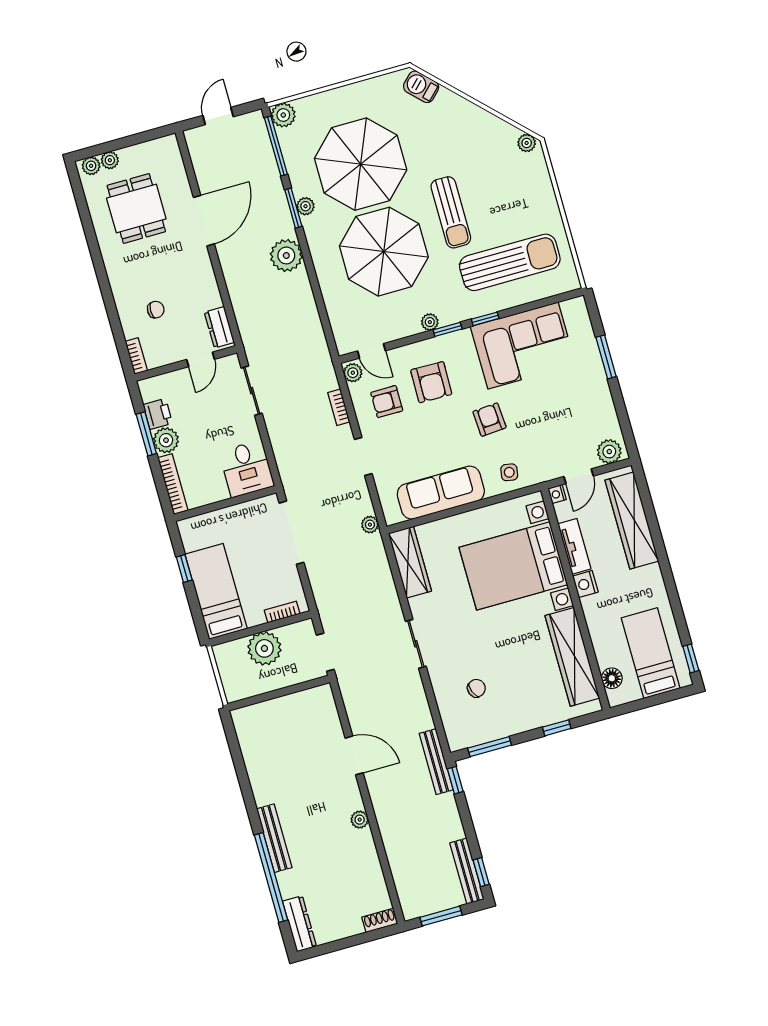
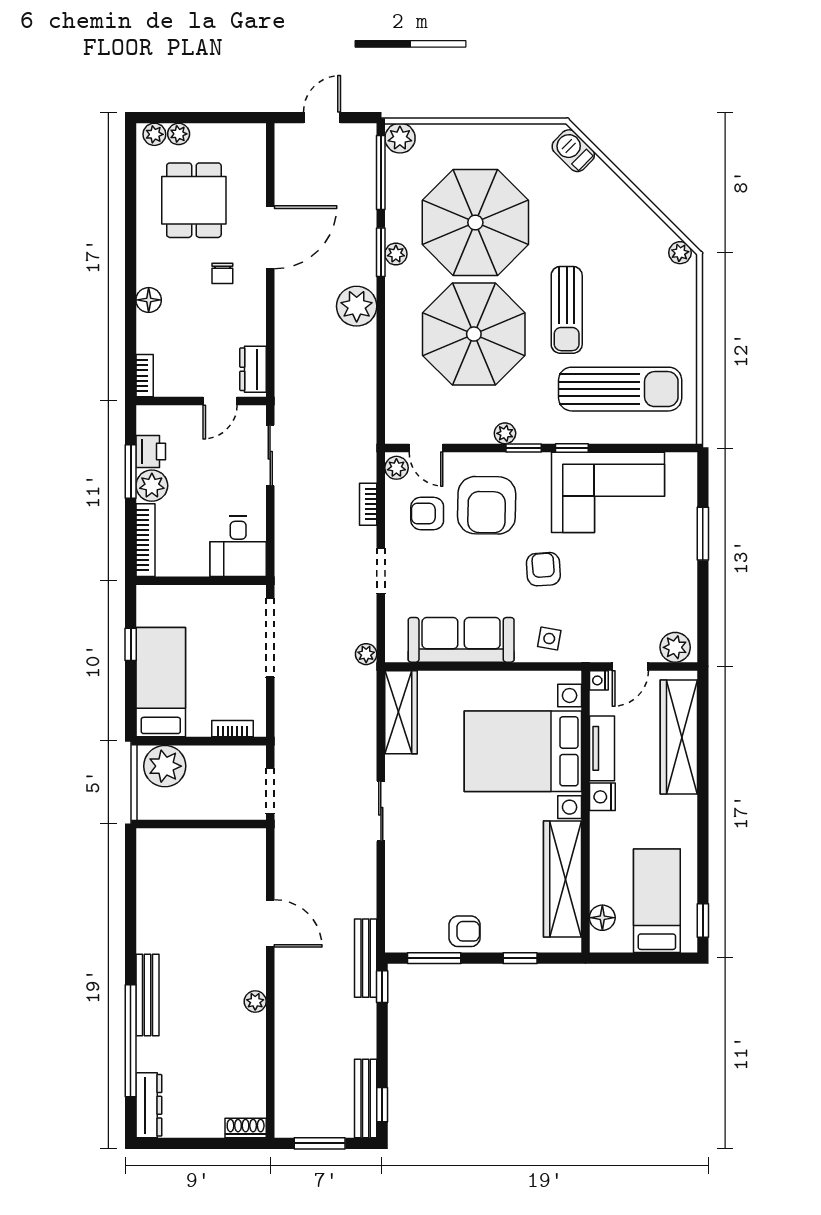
floor lamp: (123, 296) -> (149, 300), added
chair: (156, 310) -> (222, 273), moved, turned 90
armchair: (431, 382) -> (487, 505), width x1.36, depth x1.36
plant: (264, 648) -> (165, 766), moved
chair: (476, 688) -> (438, 884), removed
armchair: (507, 719) -> (465, 931), added

